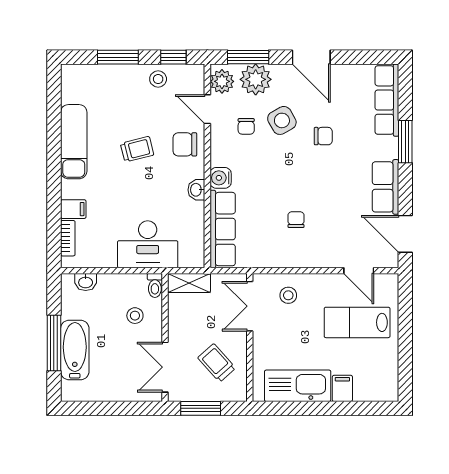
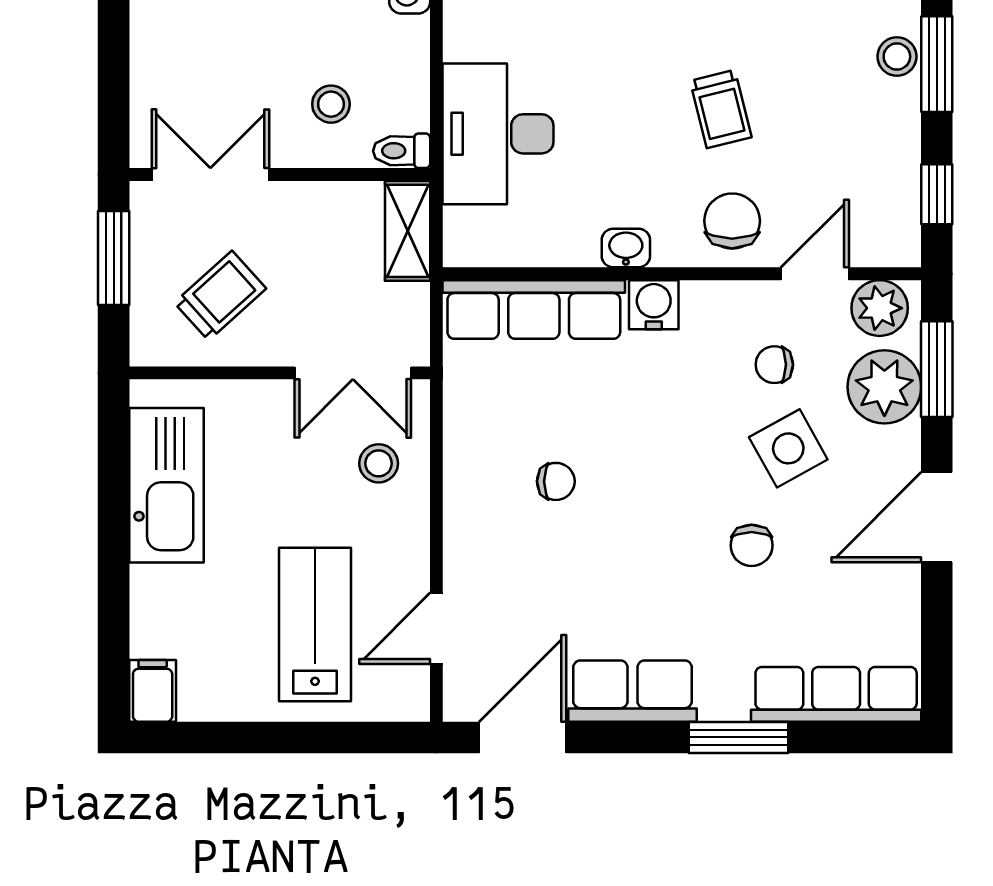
stool: (158, 79) -> (897, 57), moved
double door: (250, 306) -> (353, 373), swing flipped
filing cabinet: (342, 388) -> (153, 691), moved, turned -90

